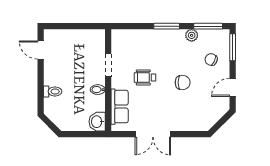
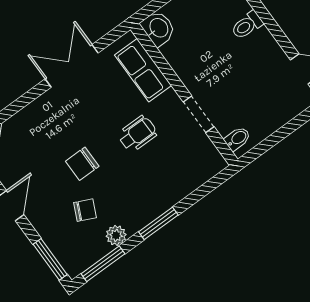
chair: (211, 60) -> (85, 210), moved
bidet: (98, 90) -> (237, 139), moved

